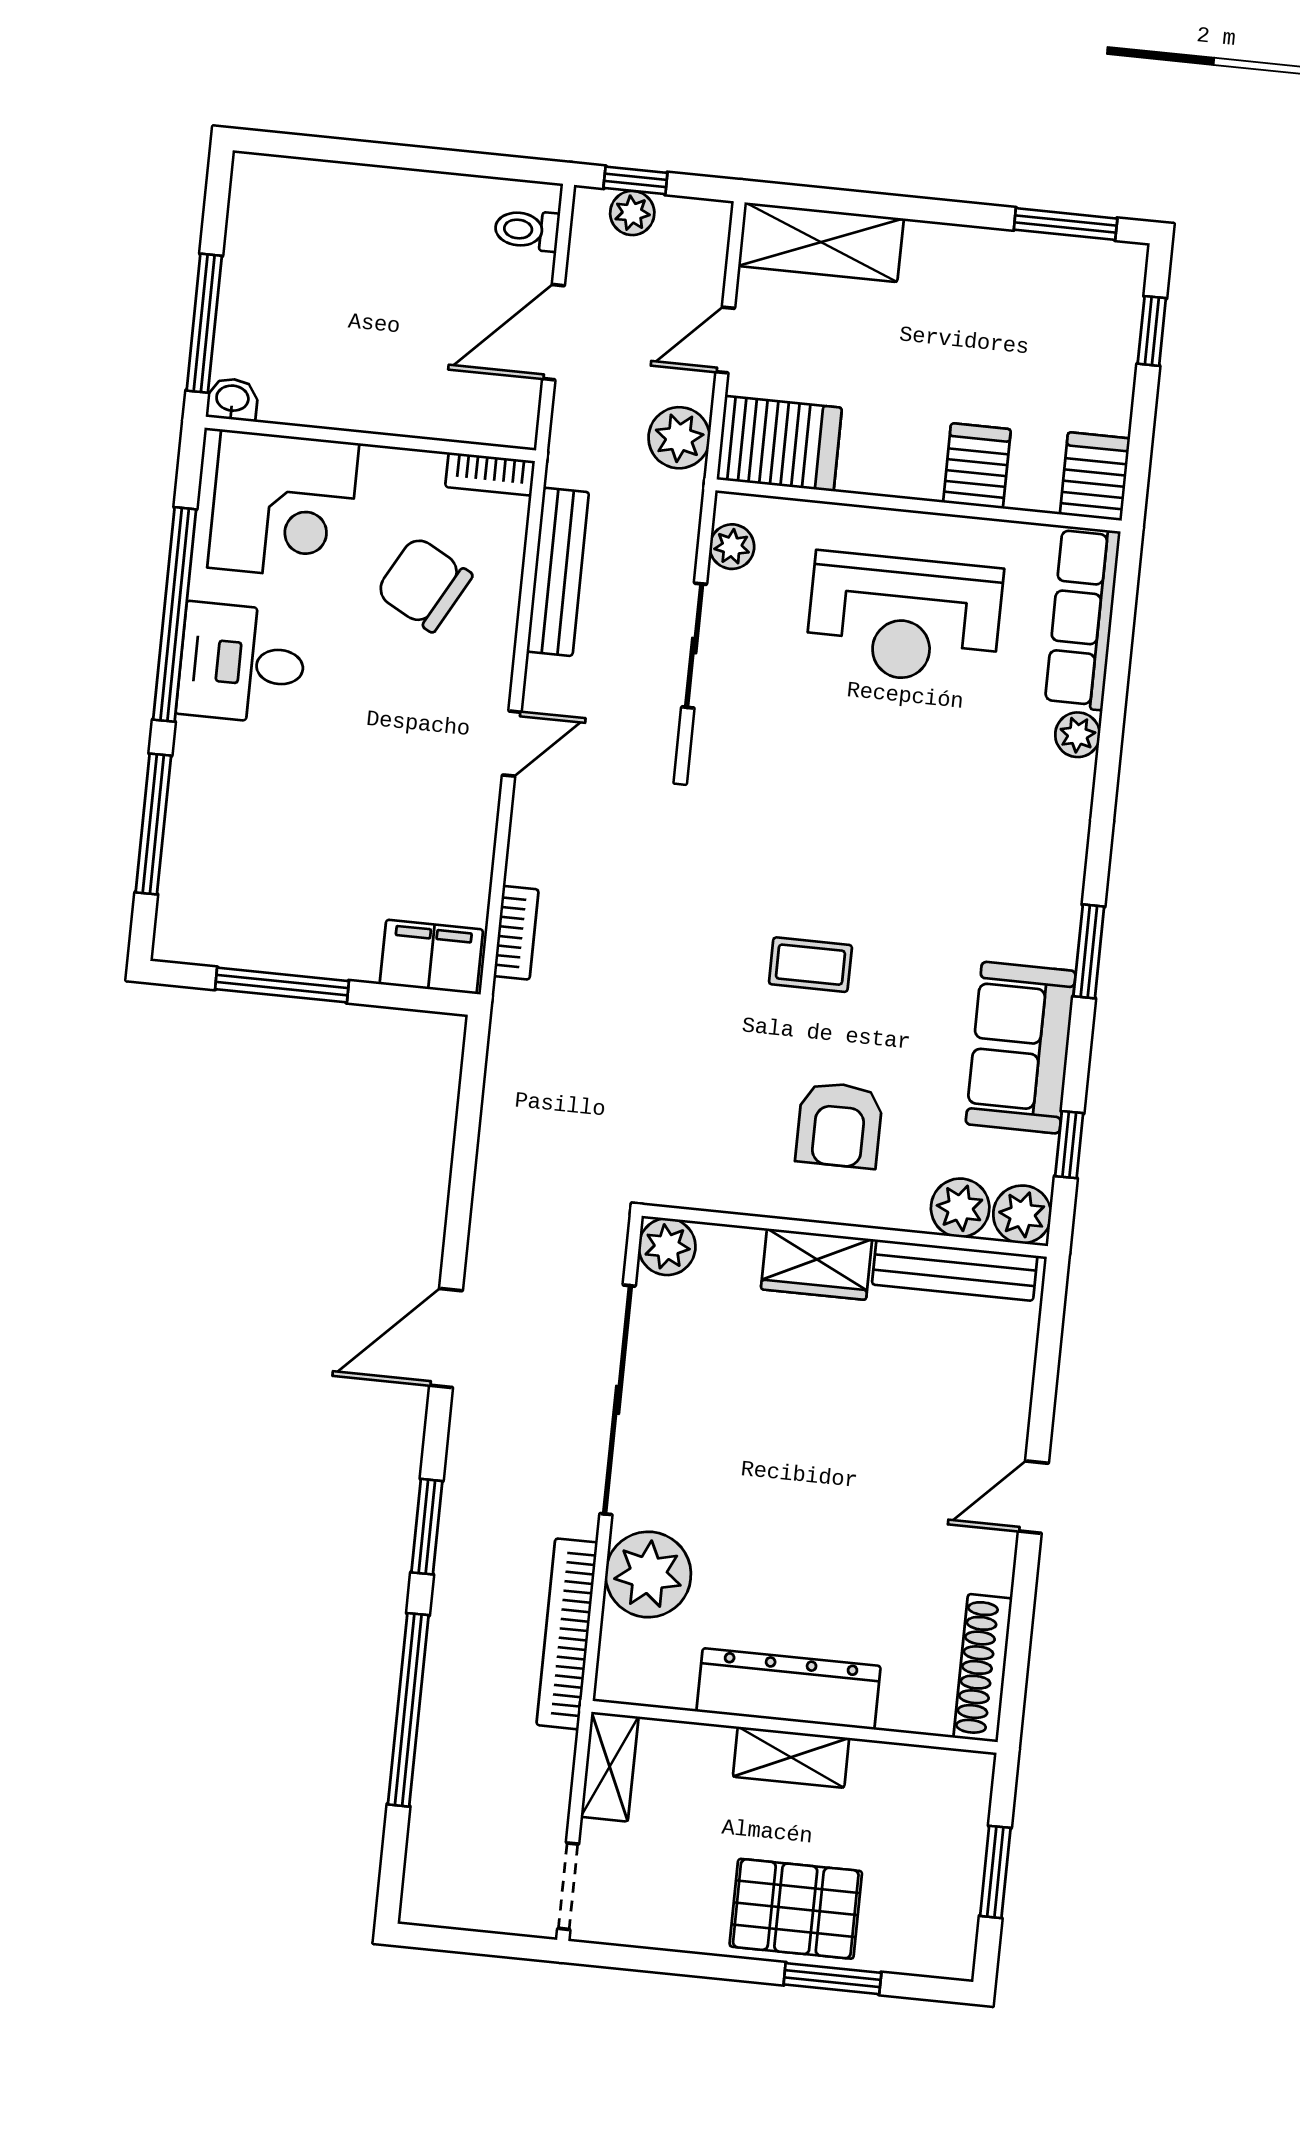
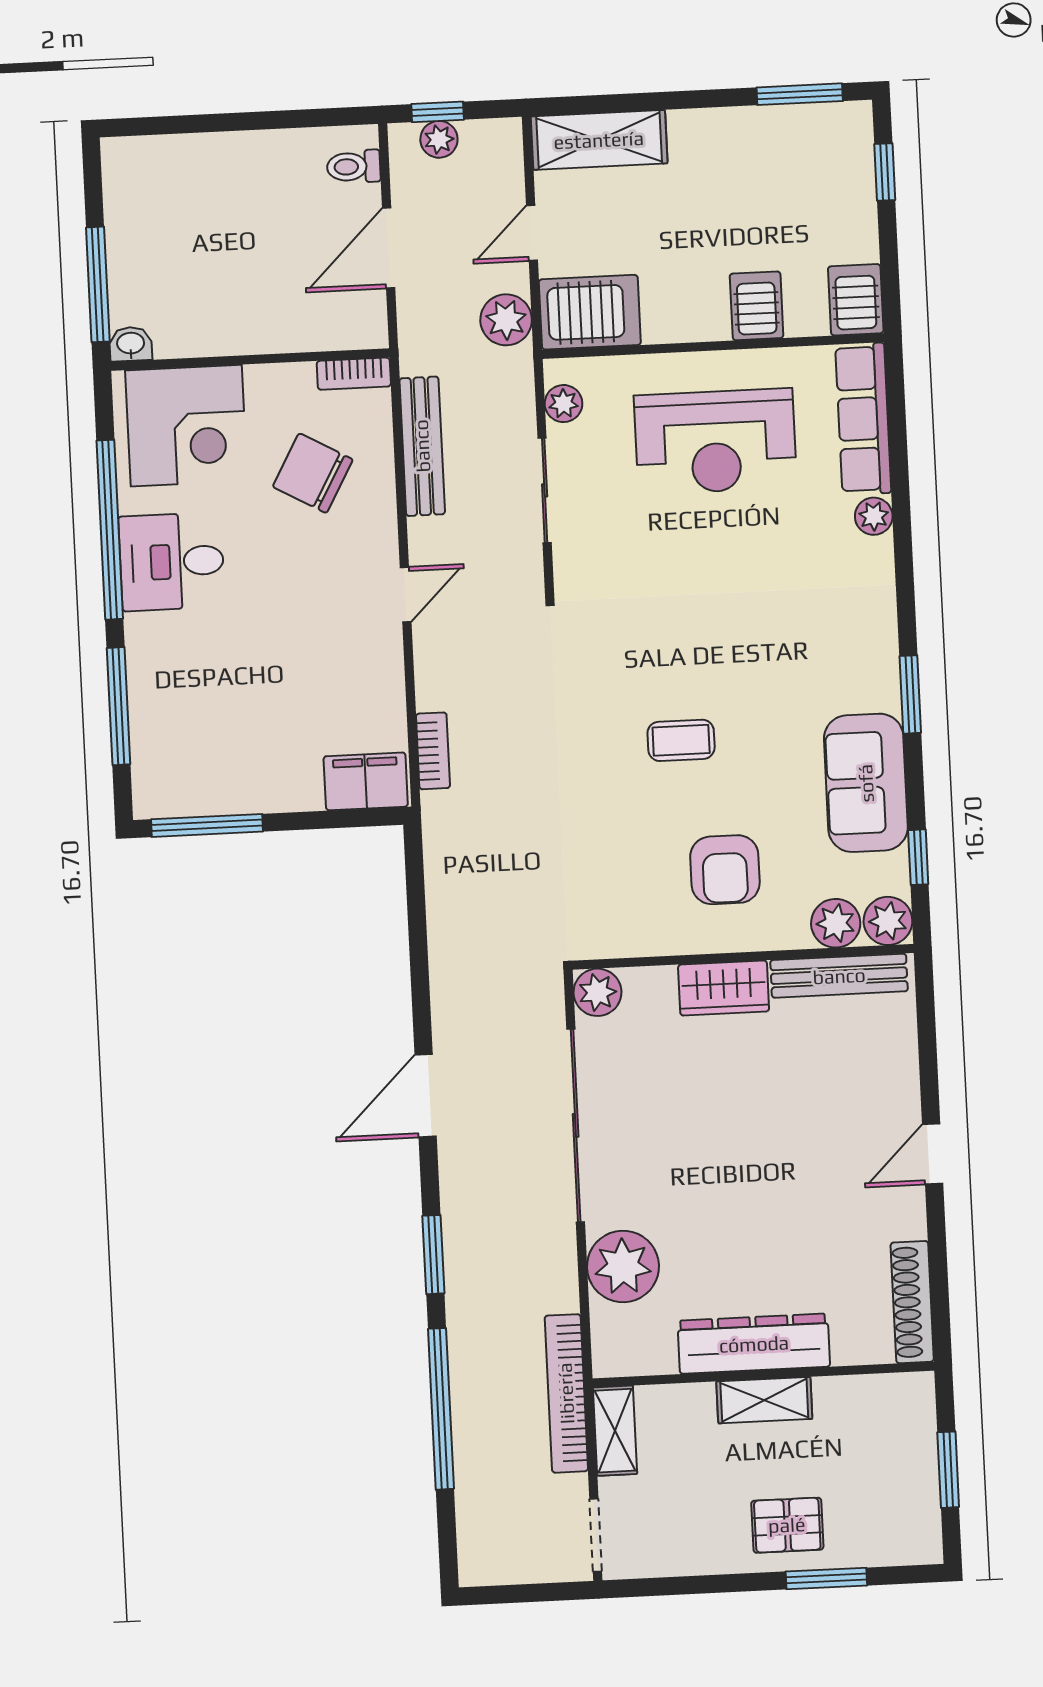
window: (282, 985) -> (207, 825), moved
bookcase: (567, 1634) -> (566, 1393), moved
pallet: (796, 1909) -> (787, 1525), width x0.67, depth x0.71

